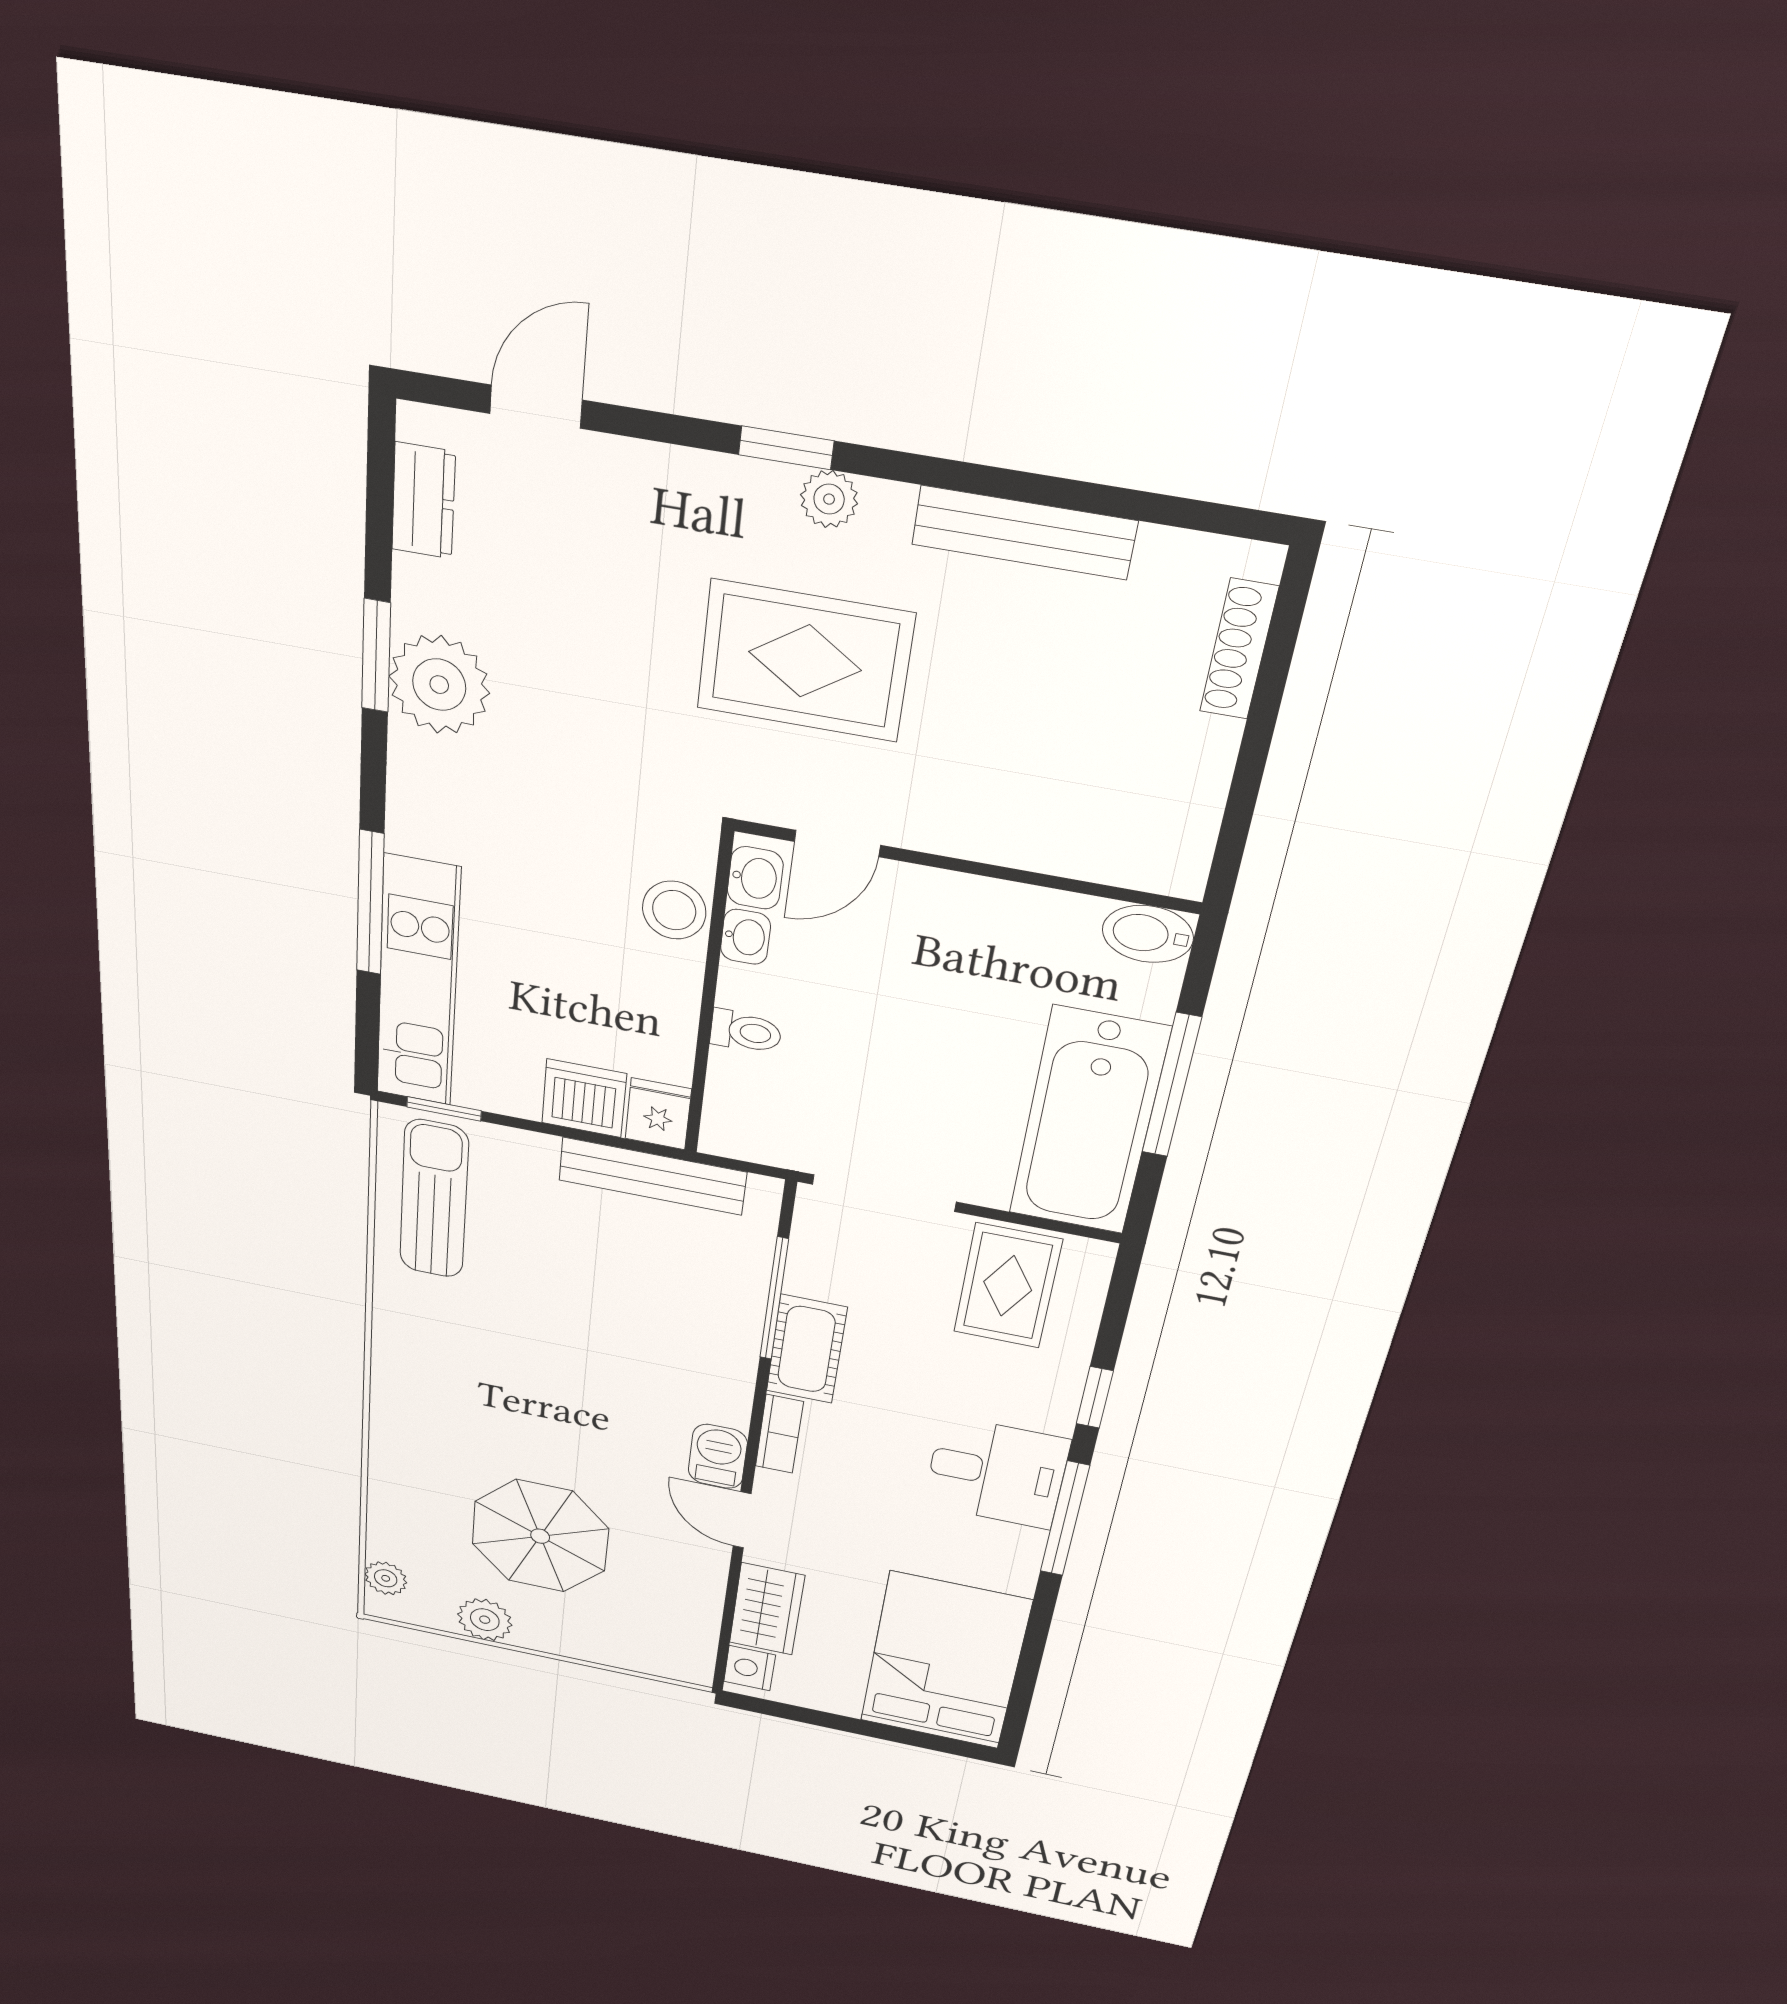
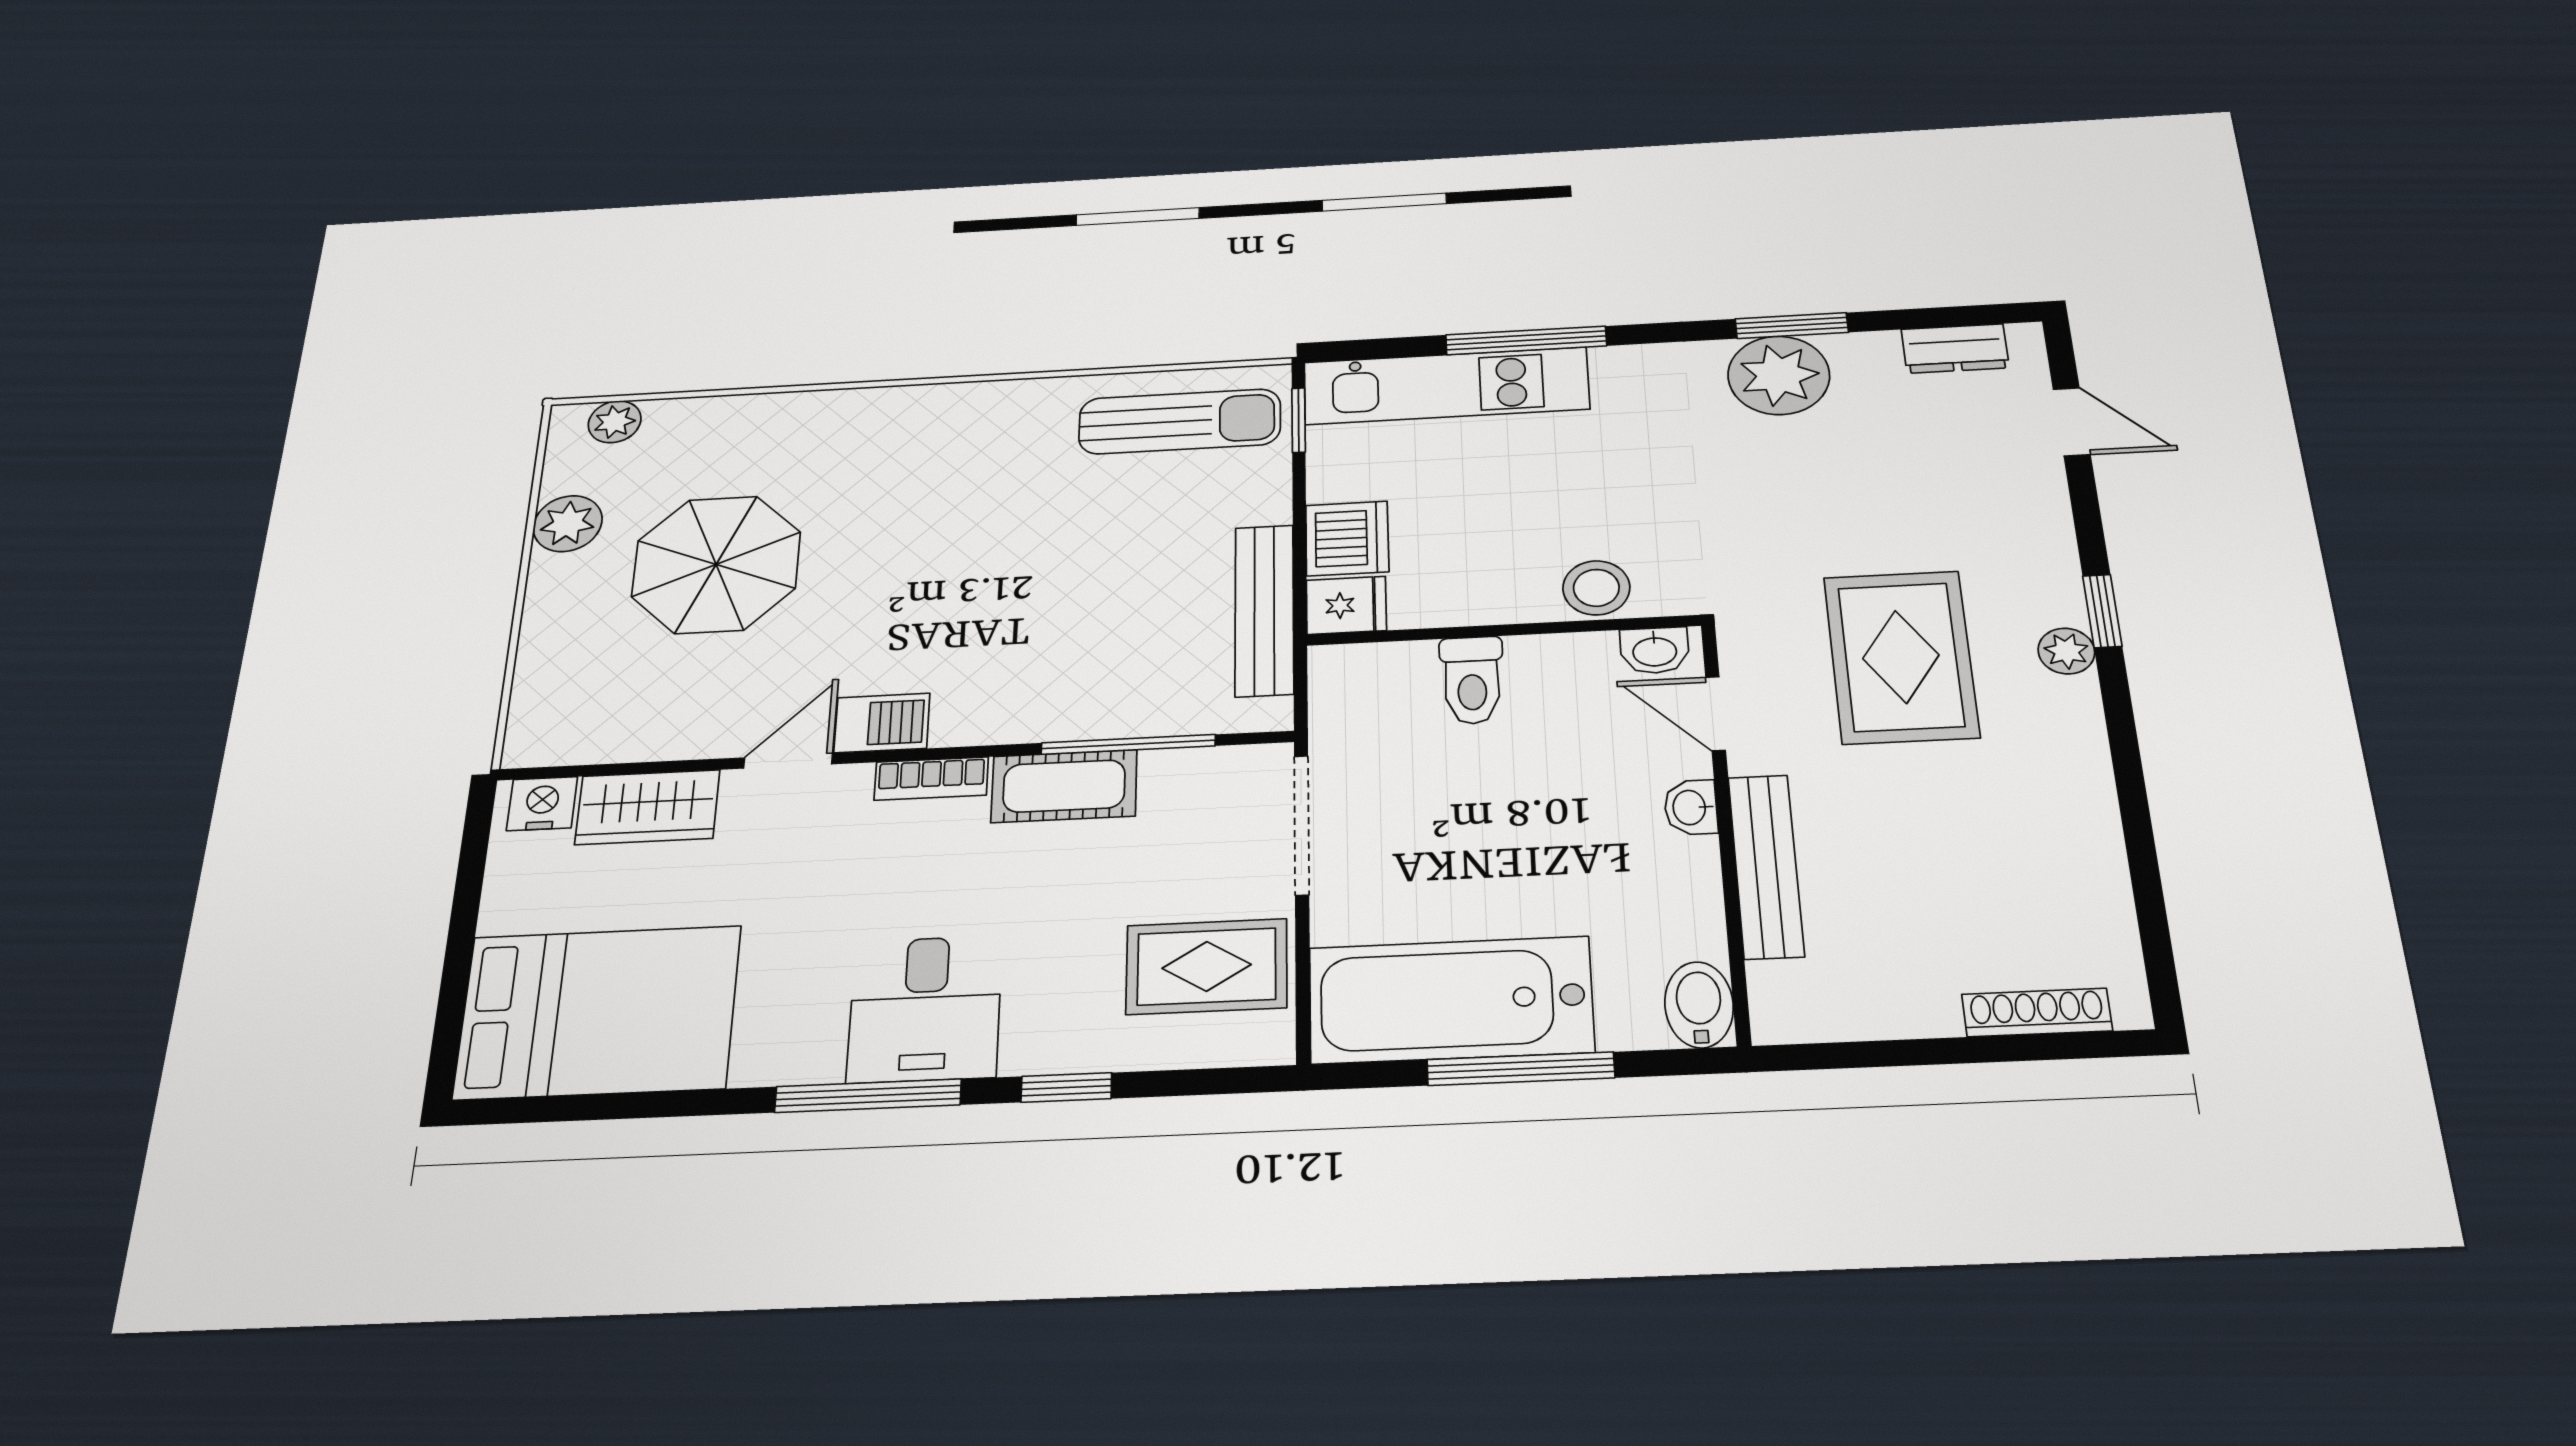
bench: (1024, 533) -> (1766, 866), moved
washbasin: (746, 937) -> (1691, 807), moved, turned 90
toilet: (746, 1032) -> (1472, 680), width x1.37, depth x1.39

